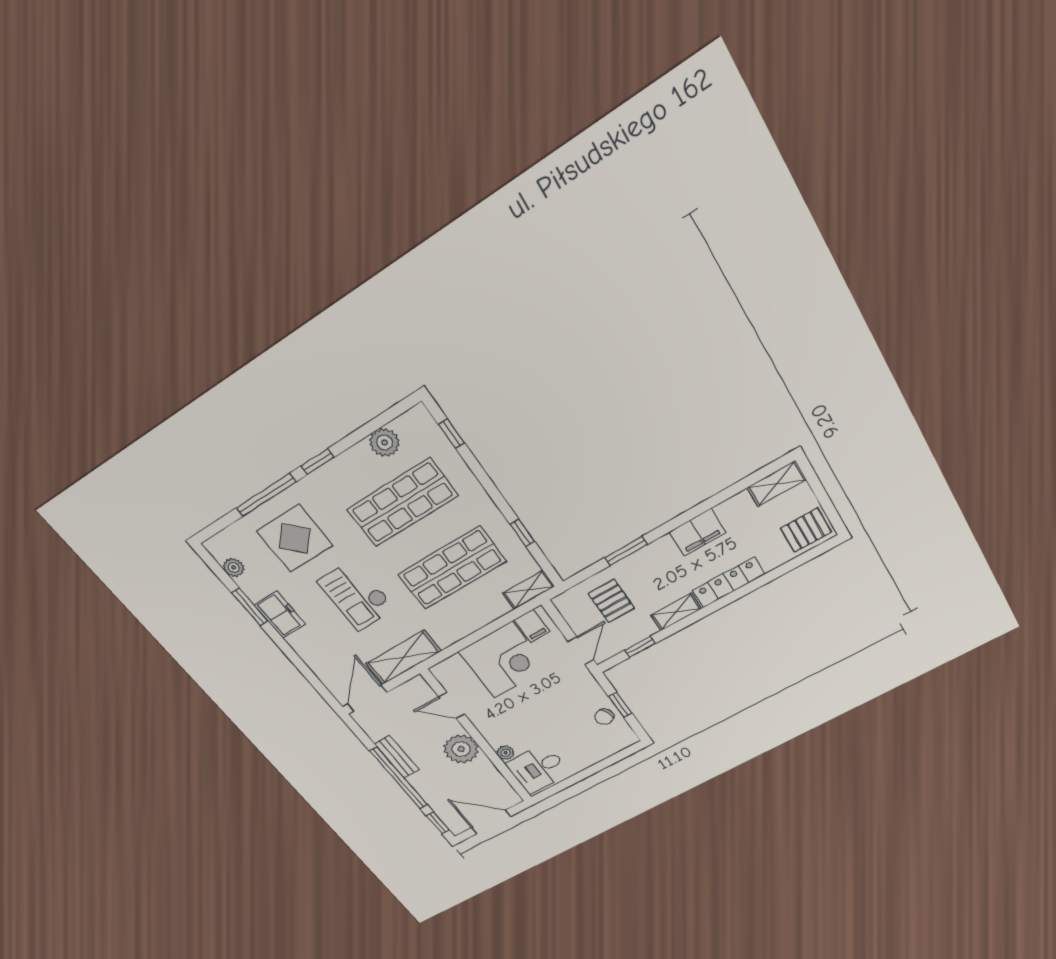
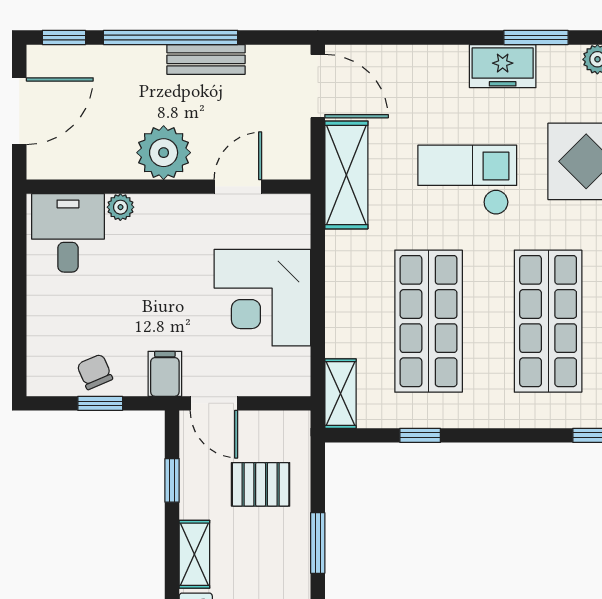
filing cabinet: (532, 626) -> (165, 374), moved, turned 90

